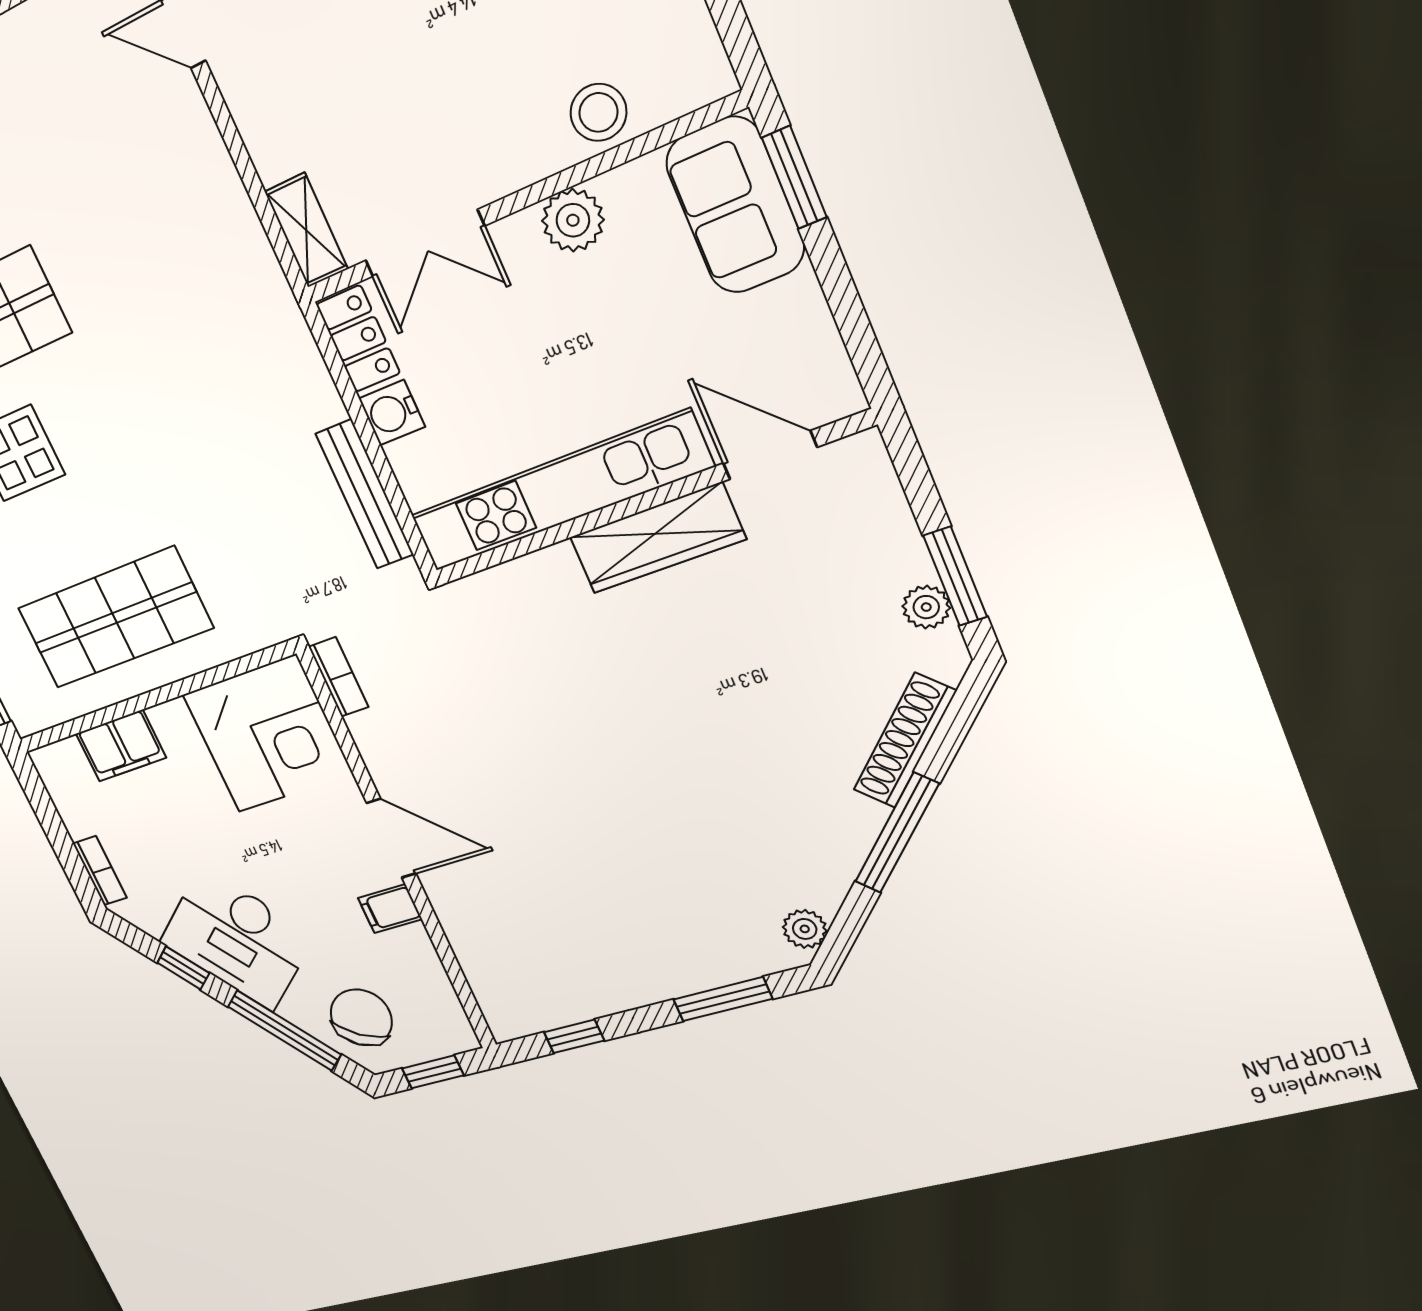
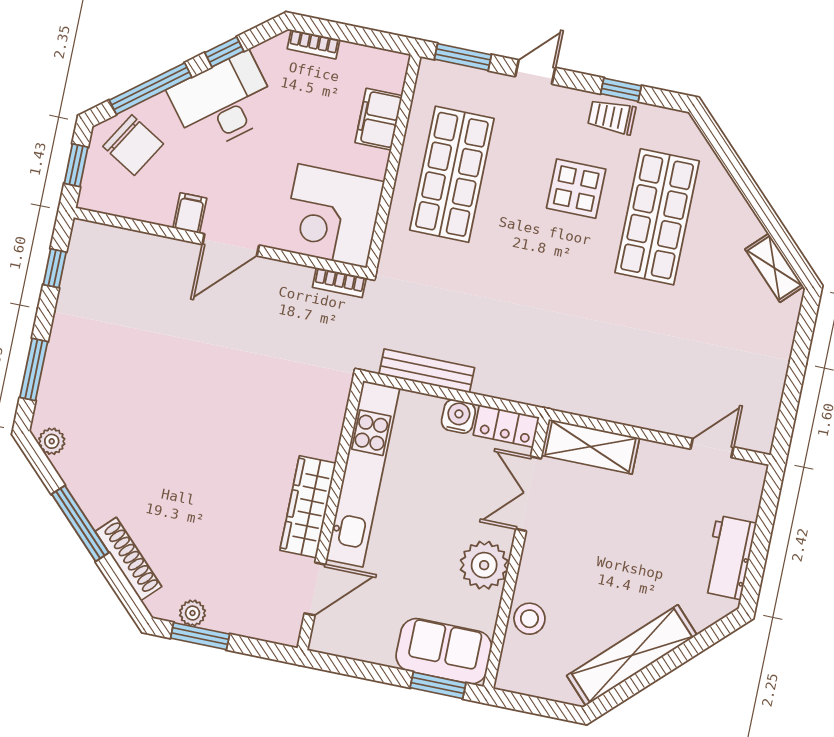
plant: (573, 220) -> (484, 565), width x1.36, depth x1.36
shelving: (306, 230) -> (590, 447), width x1.50, depth x1.33

